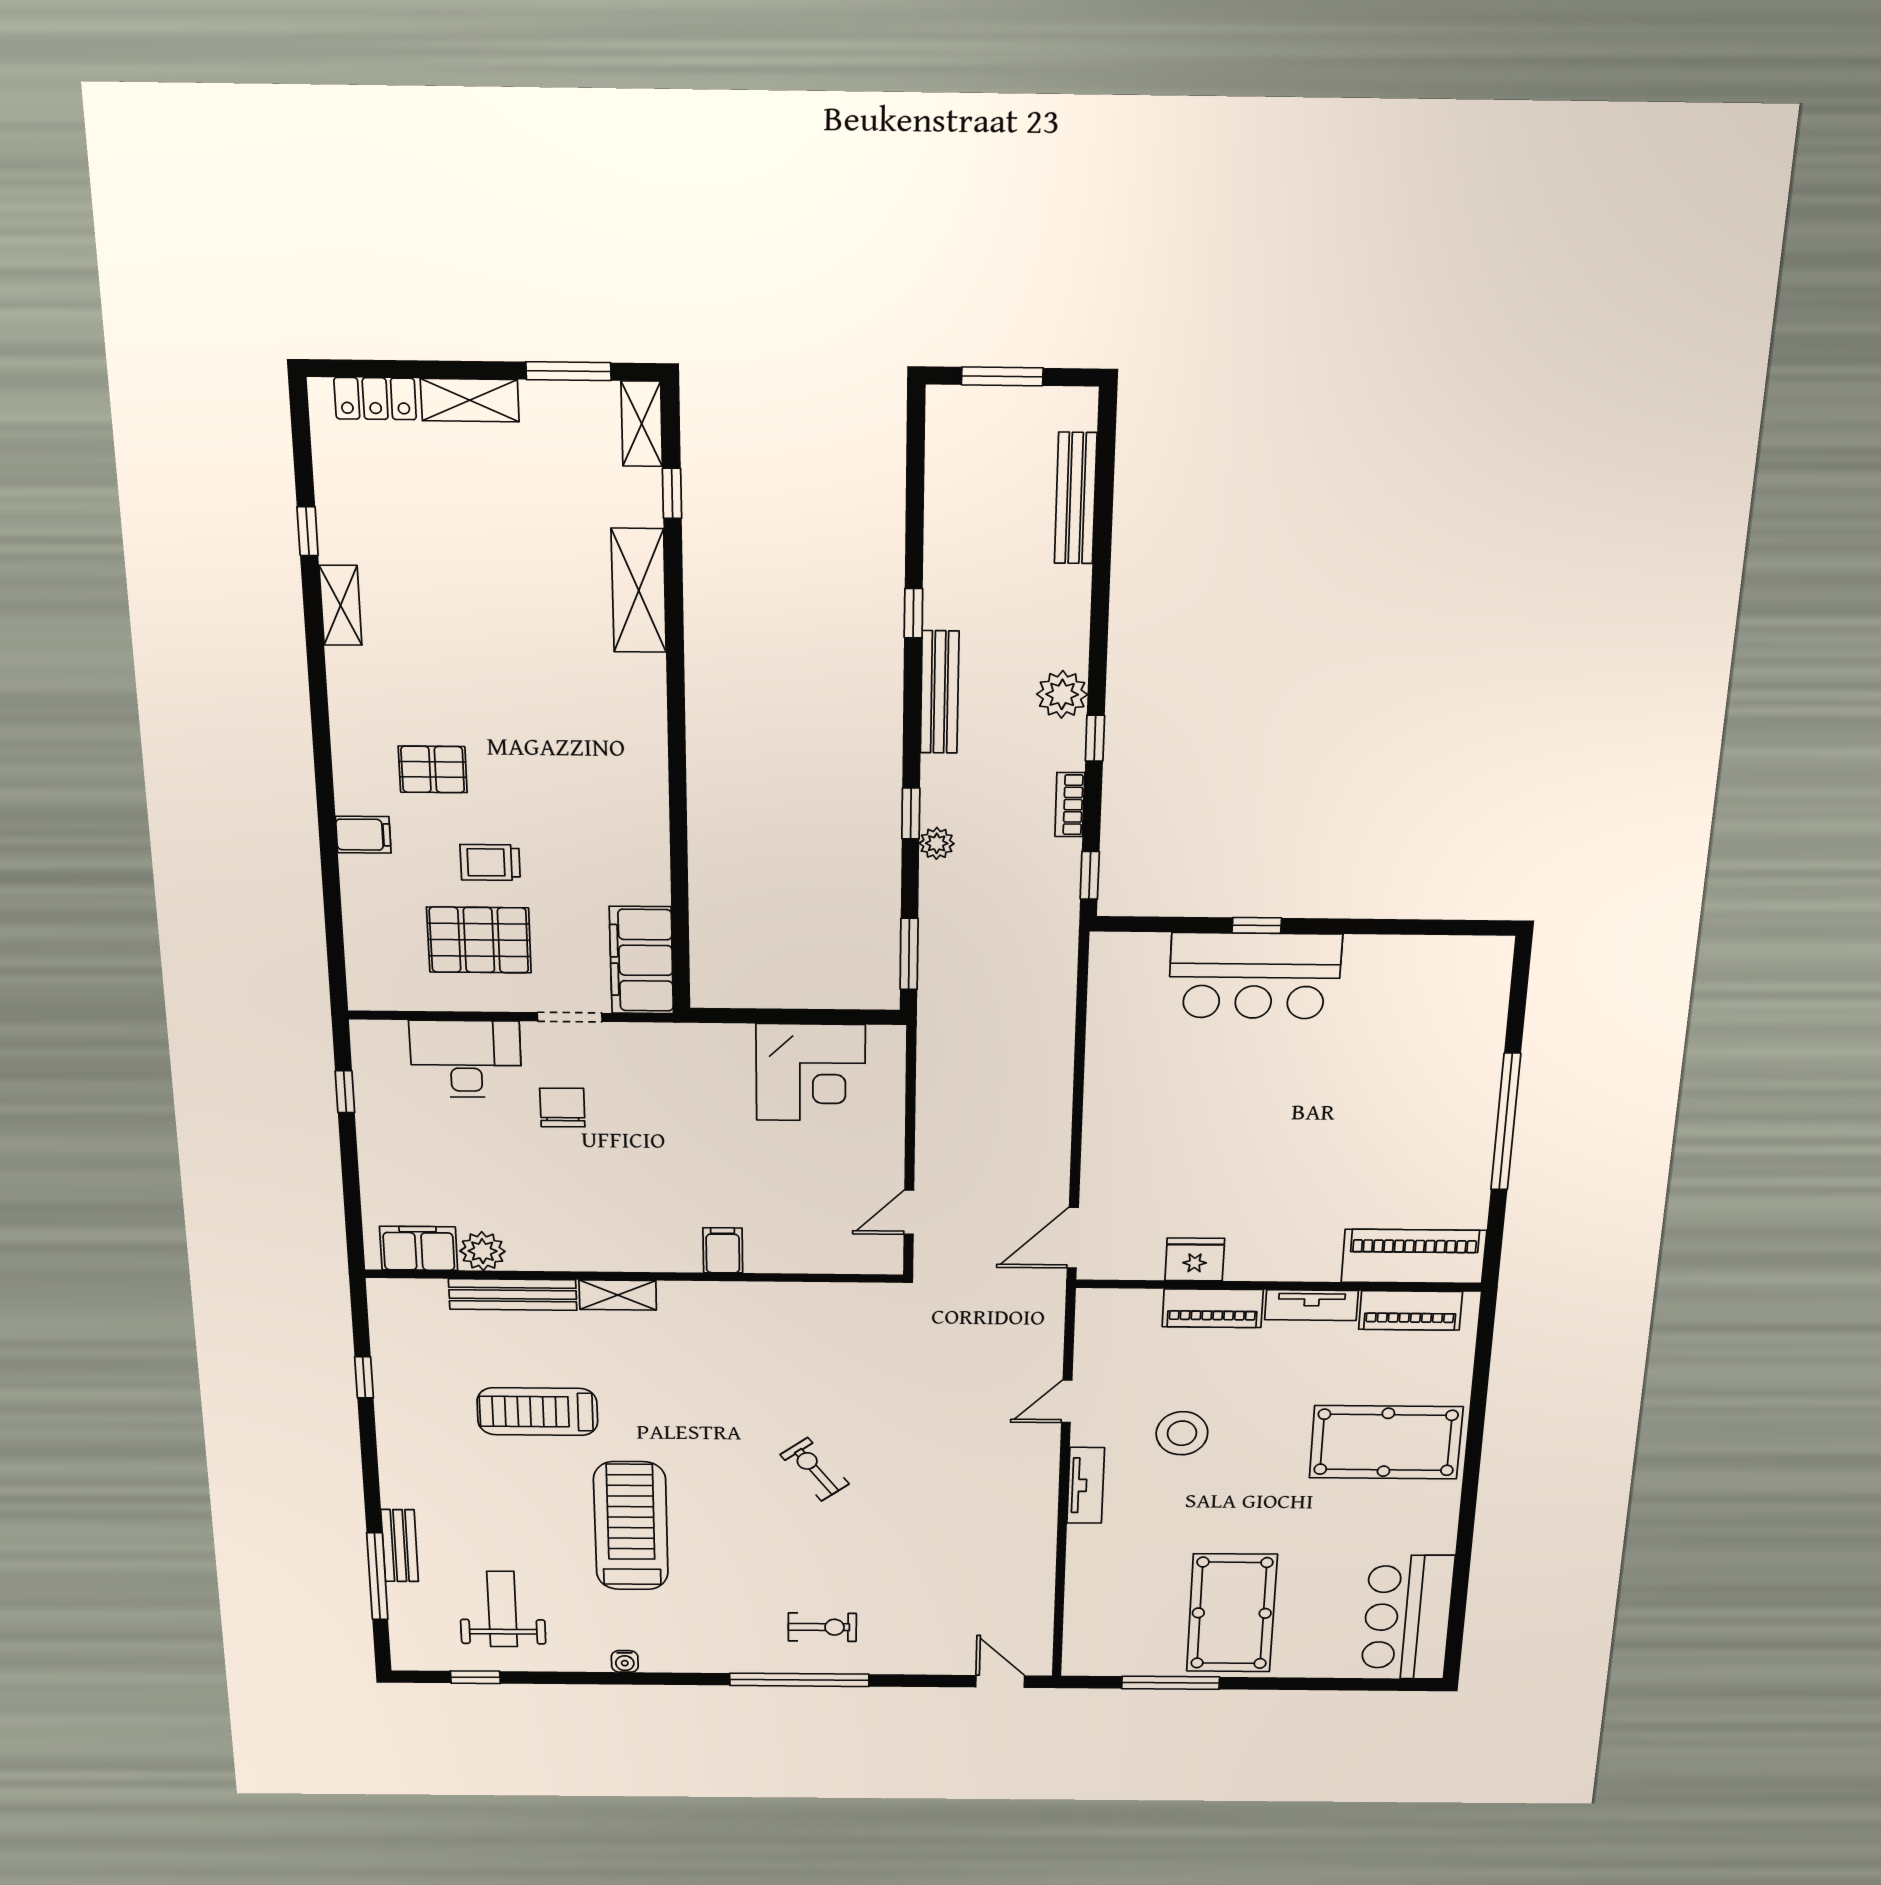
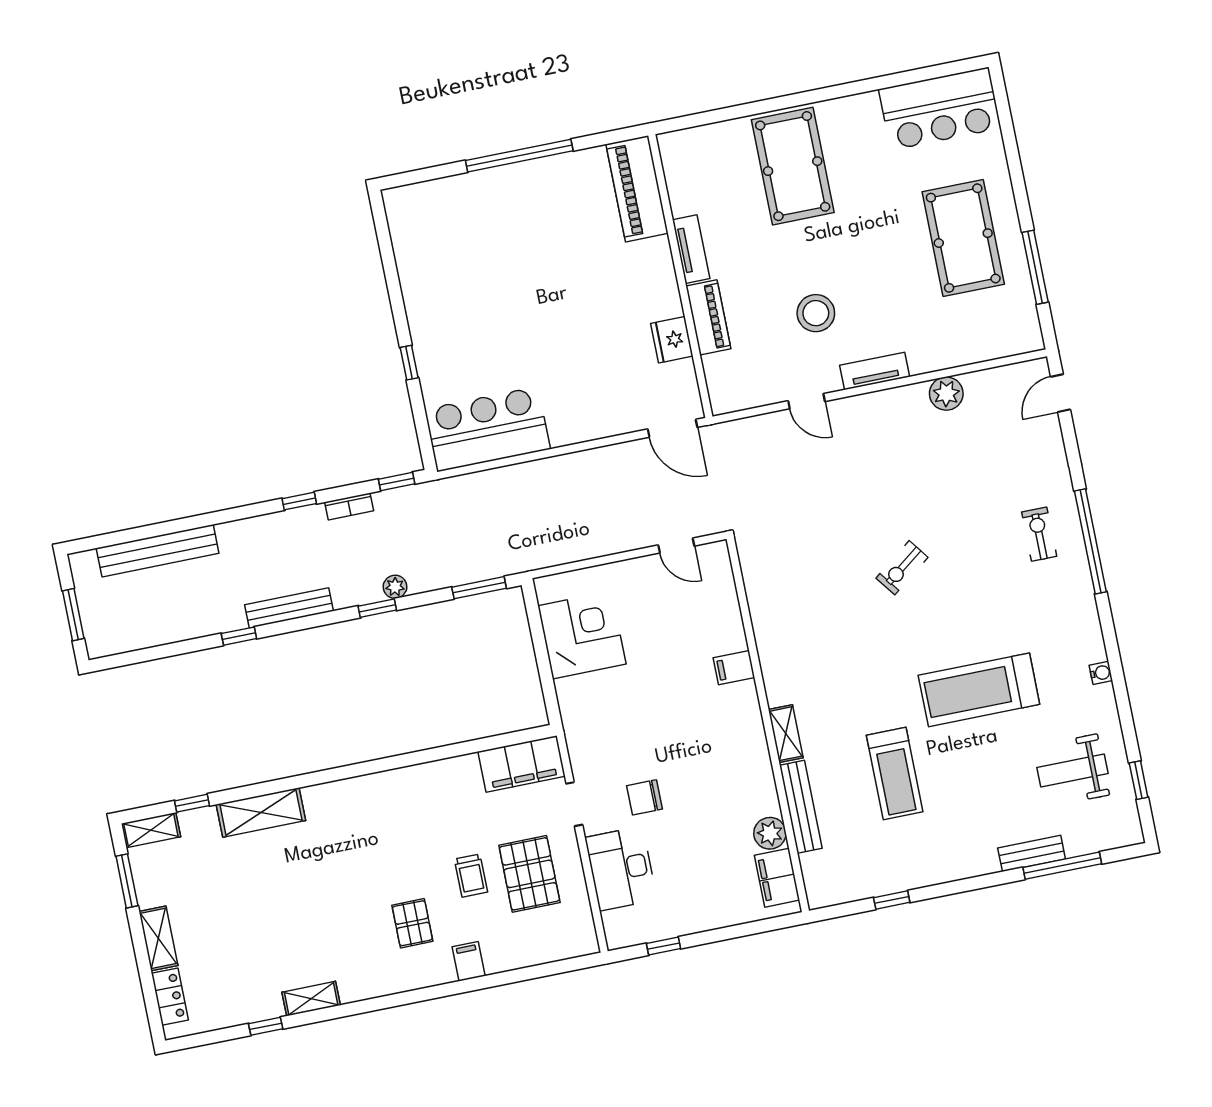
bench: (1076, 498) -> (158, 551), width x1.37, depth x1.21
plant: (1062, 694) -> (946, 394), moved
bar counter: (1255, 976) -> (487, 429), moved, turned -90
piano: (1411, 1310) -> (681, 179), removed
pool table: (1232, 1613) -> (963, 238), turned 90

